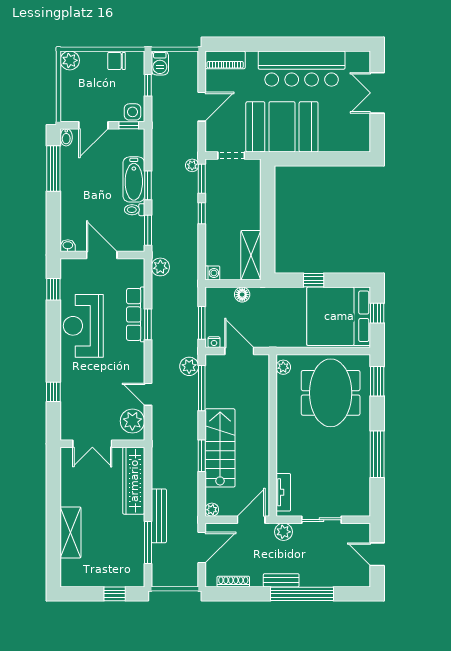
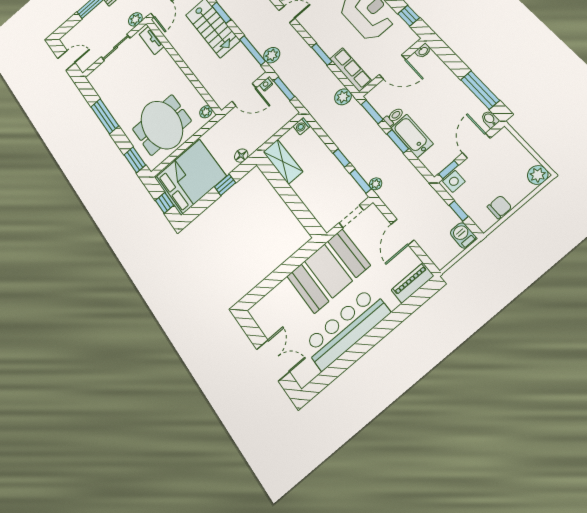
floor lamp: (242, 295) -> (241, 156), moved
row of seats: (136, 314) -> (351, 70), moved

